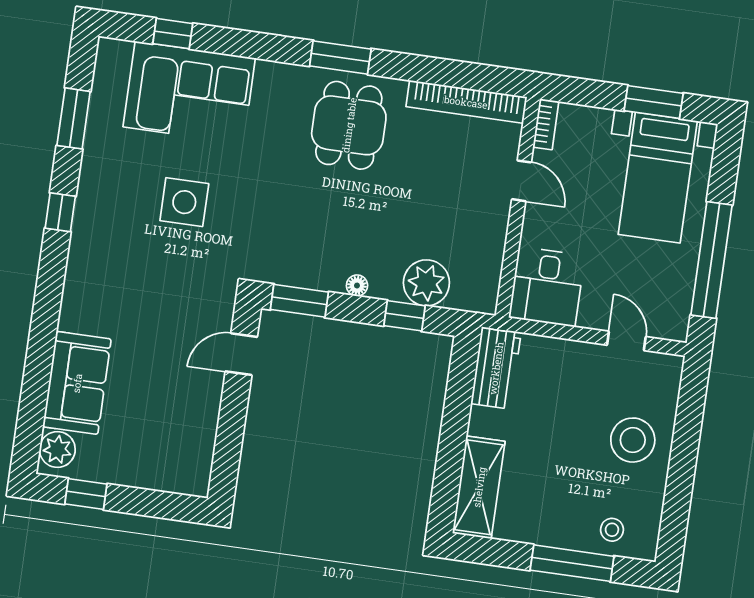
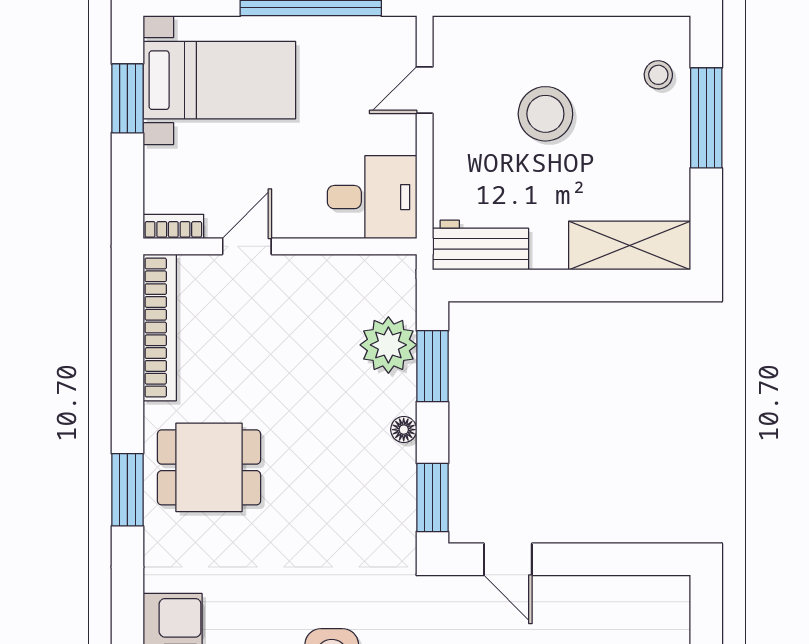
window: (404, 316) -> (432, 366), width x1.50
stool: (633, 440) -> (545, 114), moved

